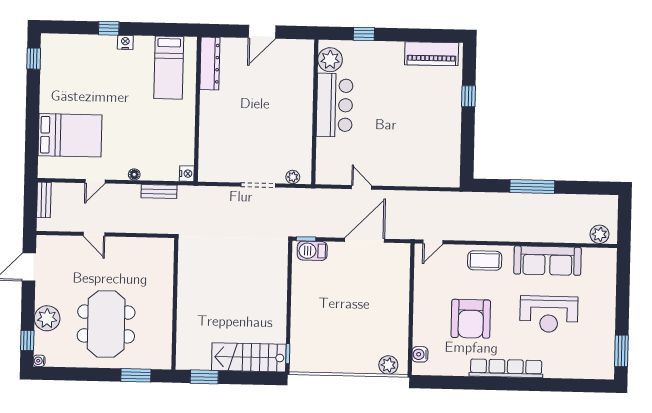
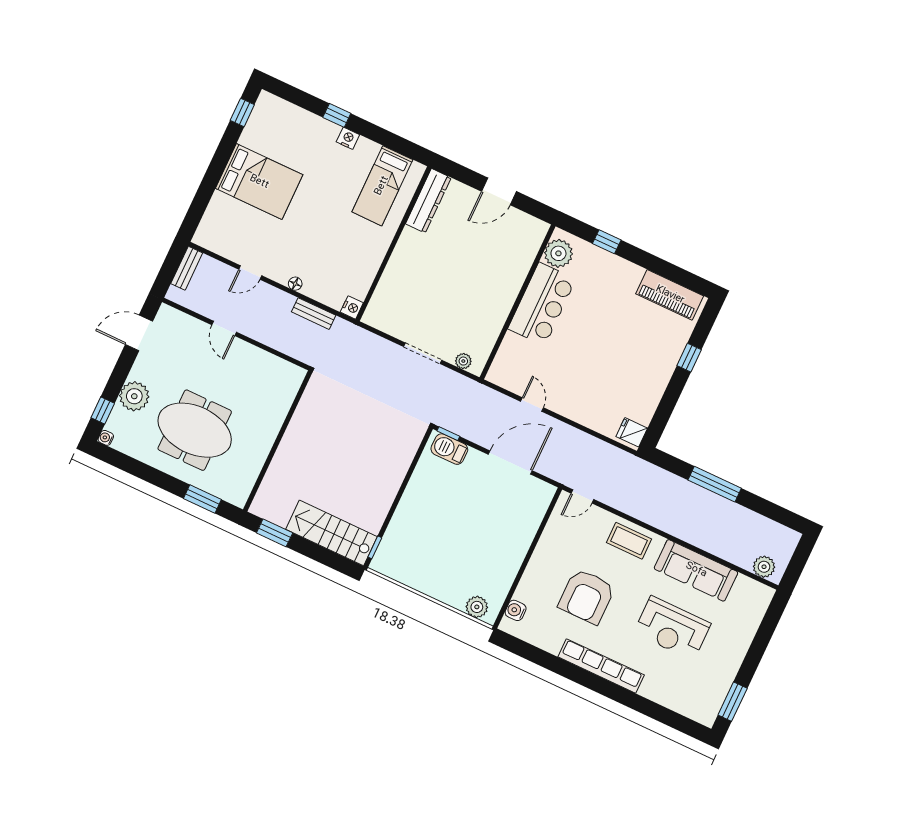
bed: (70, 135) -> (259, 182), moved
fridge: (449, 175) -> (632, 432), added
meeting table: (106, 324) -> (195, 430), turned 90

